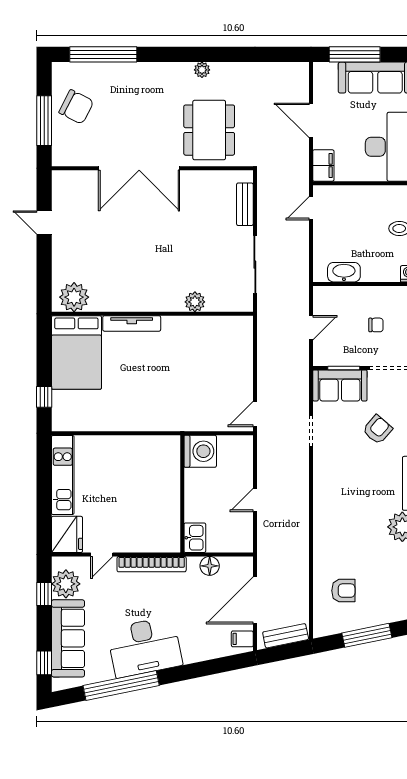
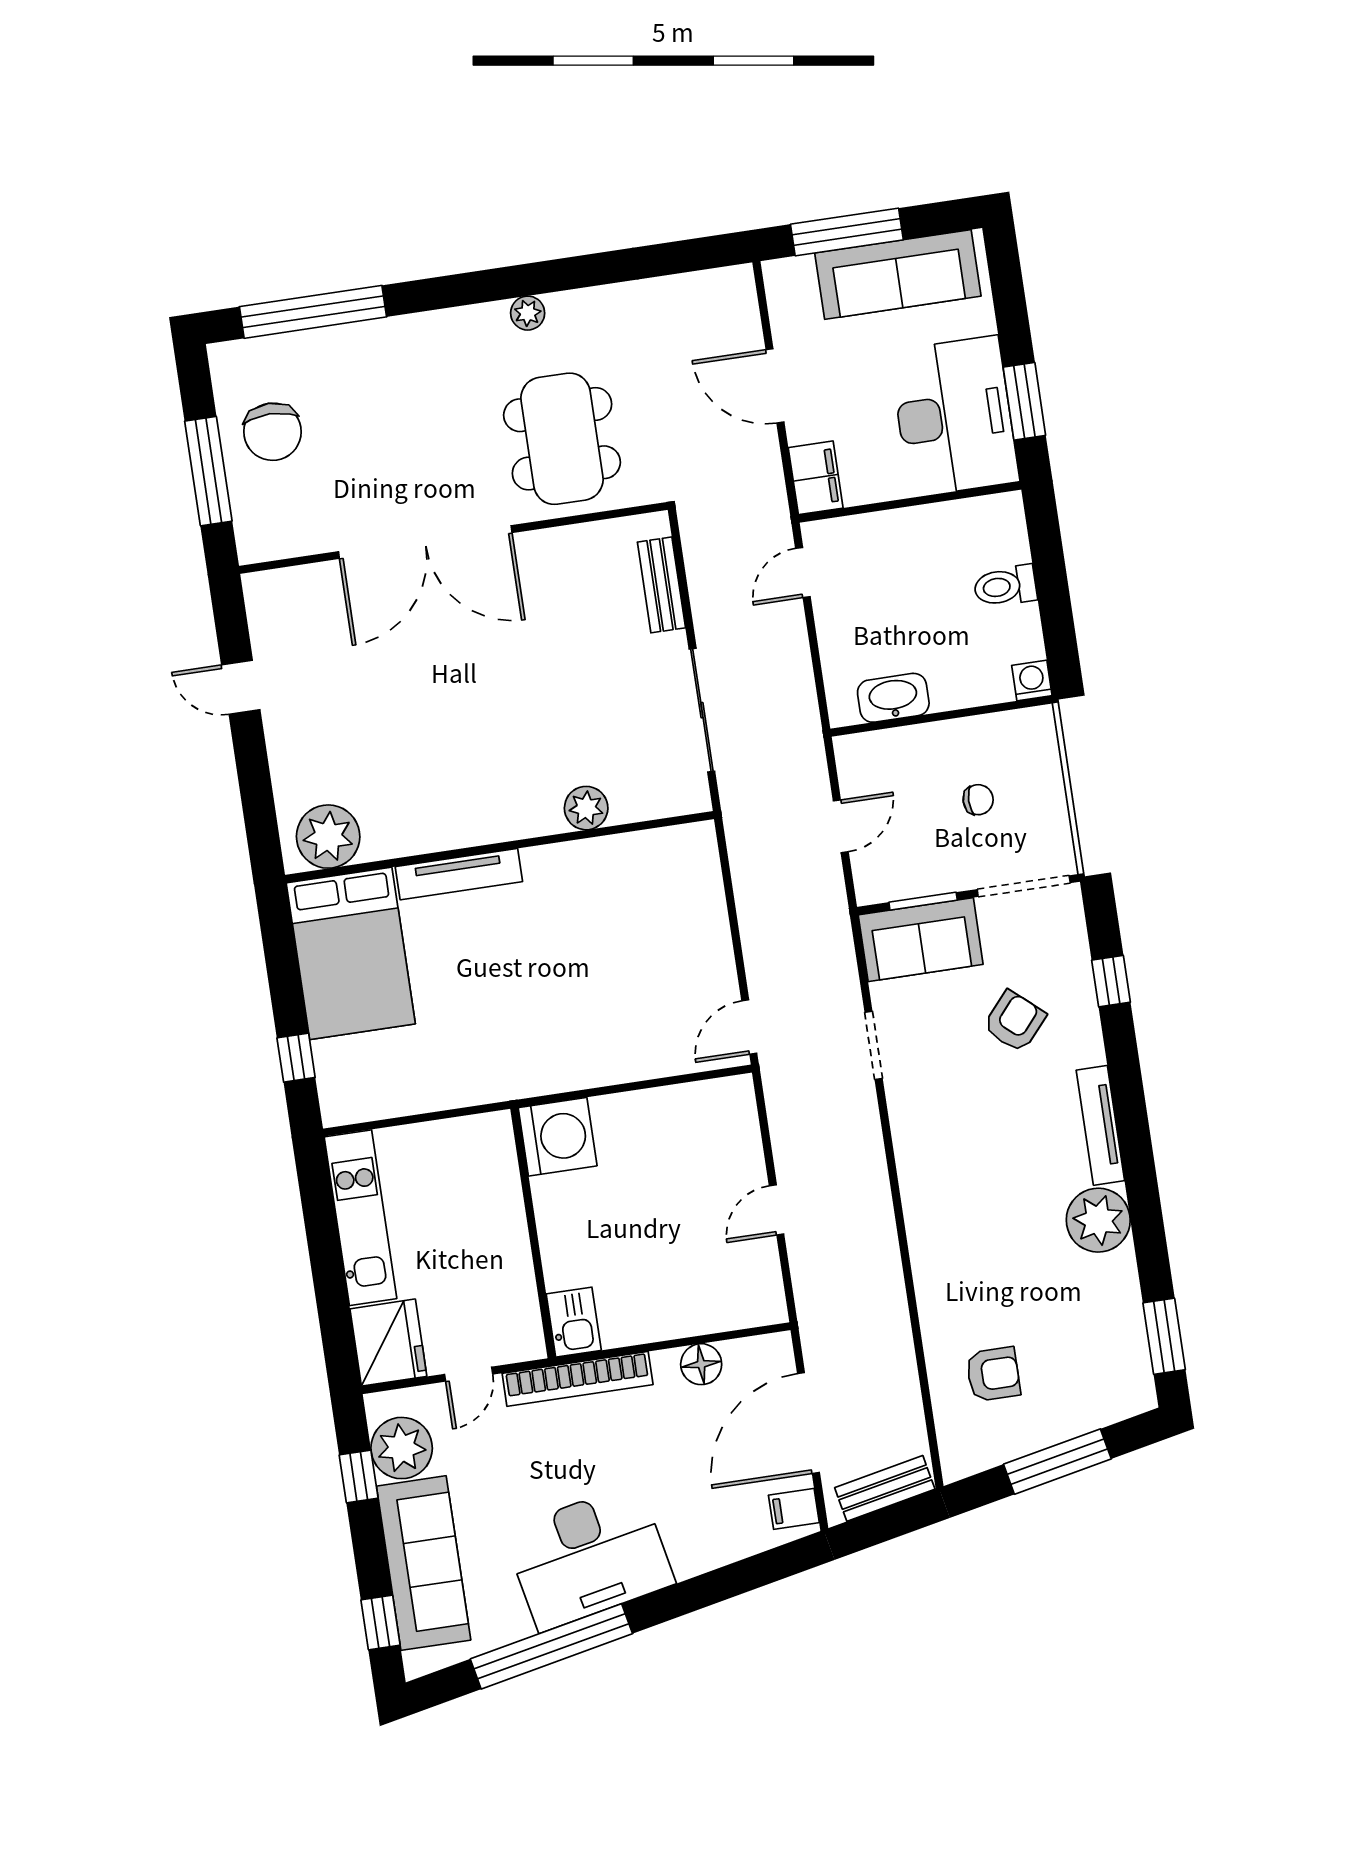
chair: (76, 107) -> (273, 432), turned 63
washing machine: (200, 451) -> (558, 1137), moved
wall: (182, 494) -> (533, 1233), moved
kitchen sink: (195, 538) -> (574, 1322), moved

